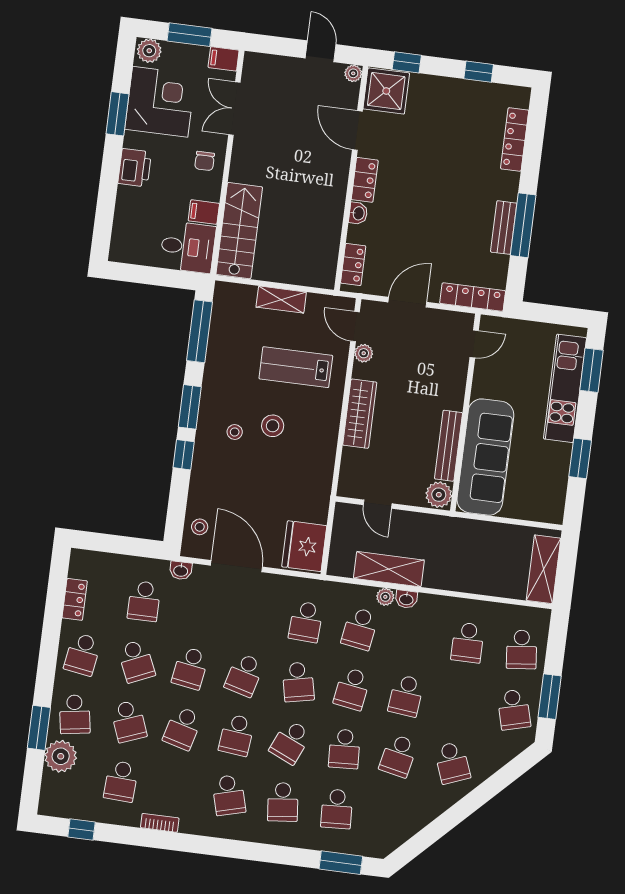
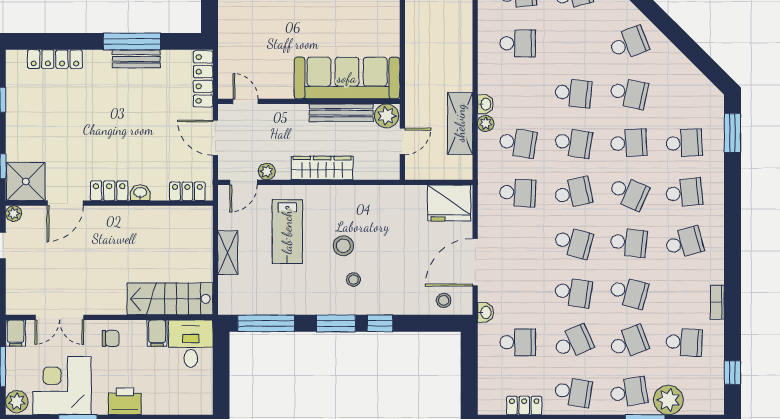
door: (474, 344) -> (246, 101), moved
wall: (465, 412) -> (309, 101), moved
bench: (448, 446) -> (341, 113), moved
sofa: (485, 457) -> (347, 78), moved
plant: (439, 495) -> (387, 116), moved

